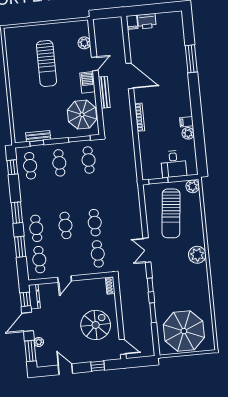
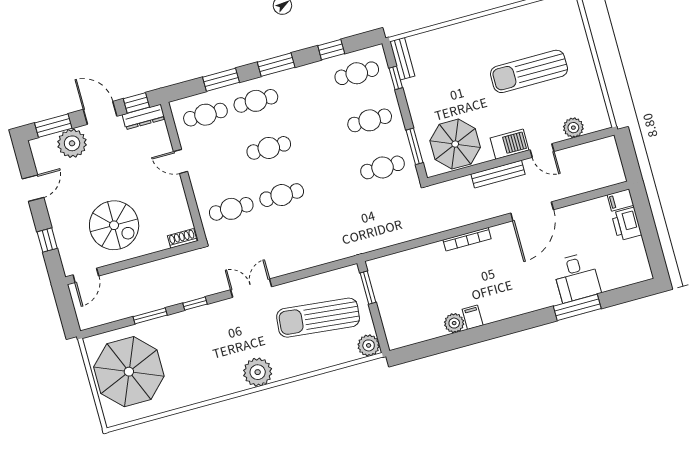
bench: (38, 136) -> (402, 59), moved
desk: (174, 164) -> (576, 277), moved, turned -90
window: (12, 167) -> (331, 50), moved
plant: (39, 342) -> (72, 143), width x1.88, depth x1.88

